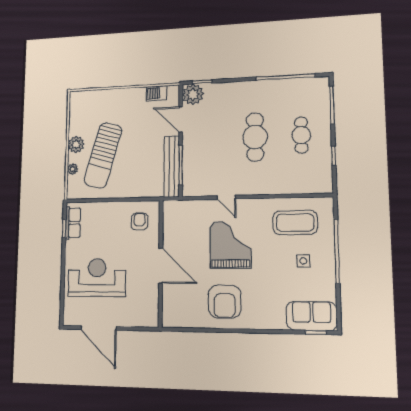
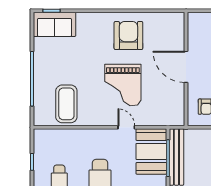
booth: (199, 172) -> (151, 151), added
coffee table: (295, 223) -> (66, 104), turned 90
side table: (303, 261) -> (60, 71), removed

